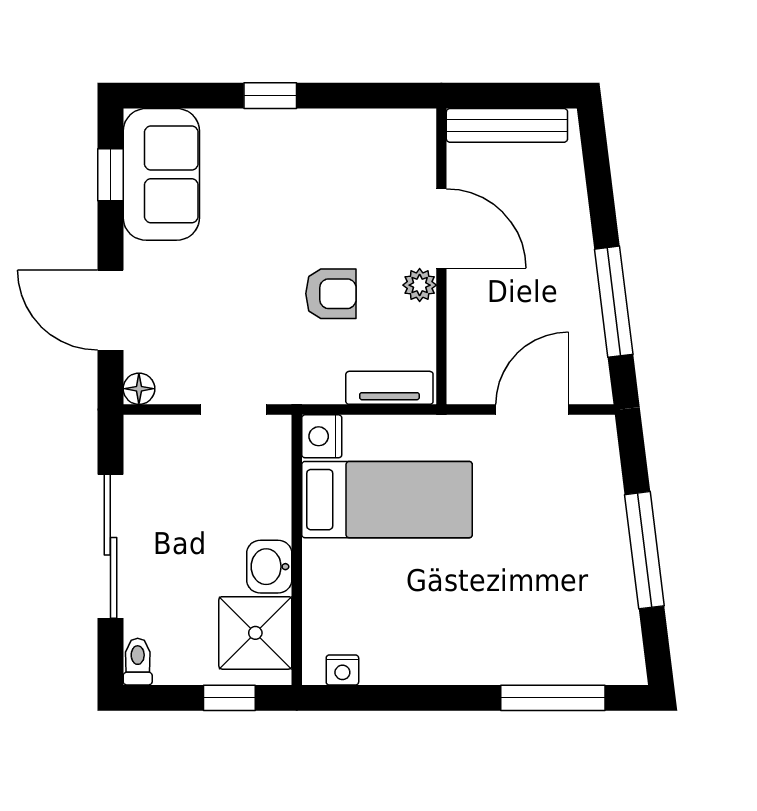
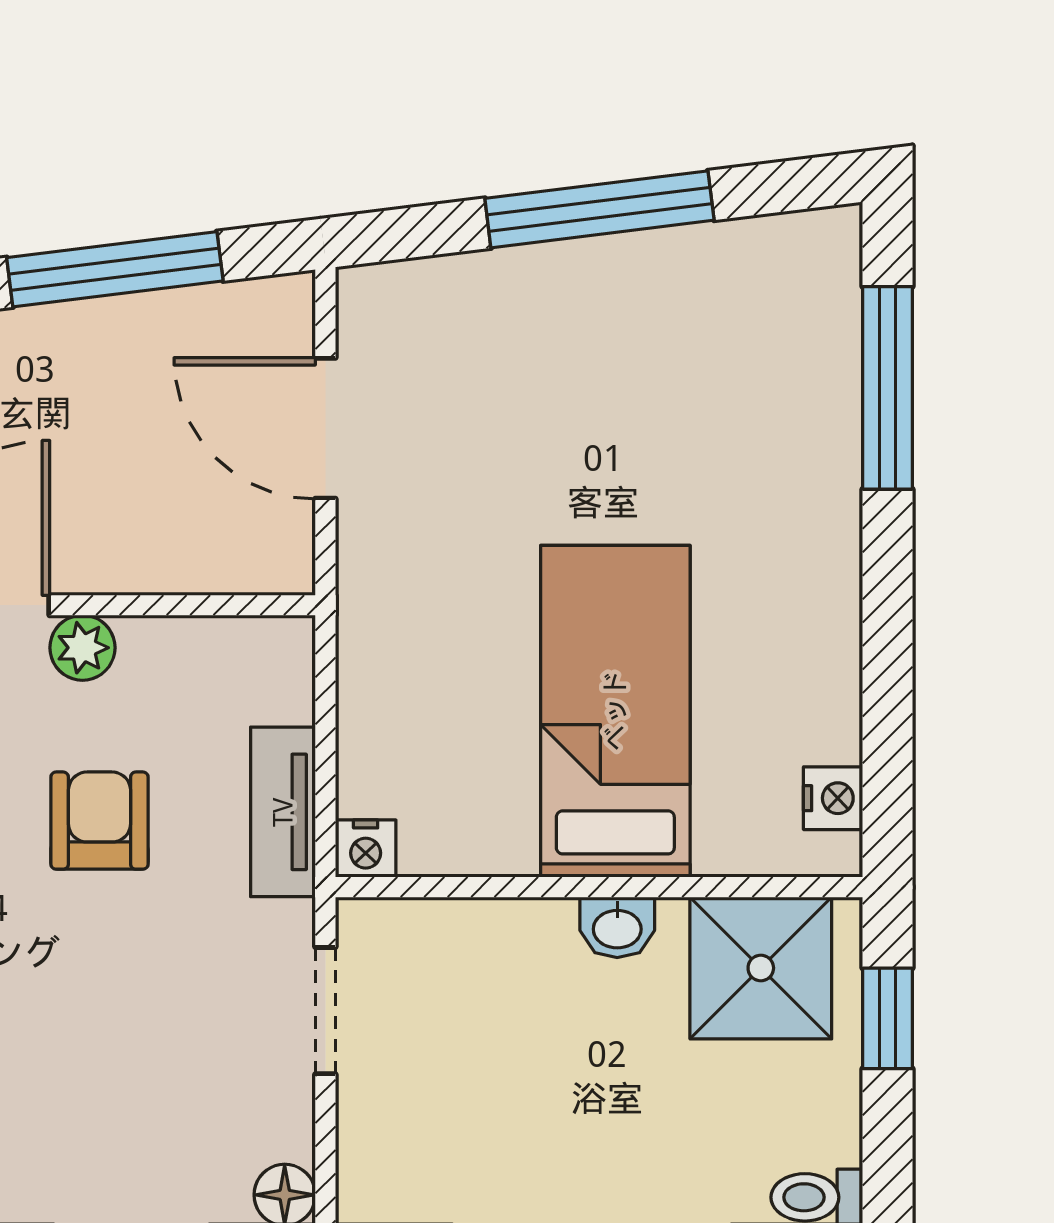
tv unit: (389, 388) -> (283, 812), moved
nightstand: (322, 436) -> (366, 849), width x0.72, depth x0.74
bed: (387, 500) -> (615, 711), moved
washbasin: (269, 567) -> (617, 927), width x0.72, depth x0.69

